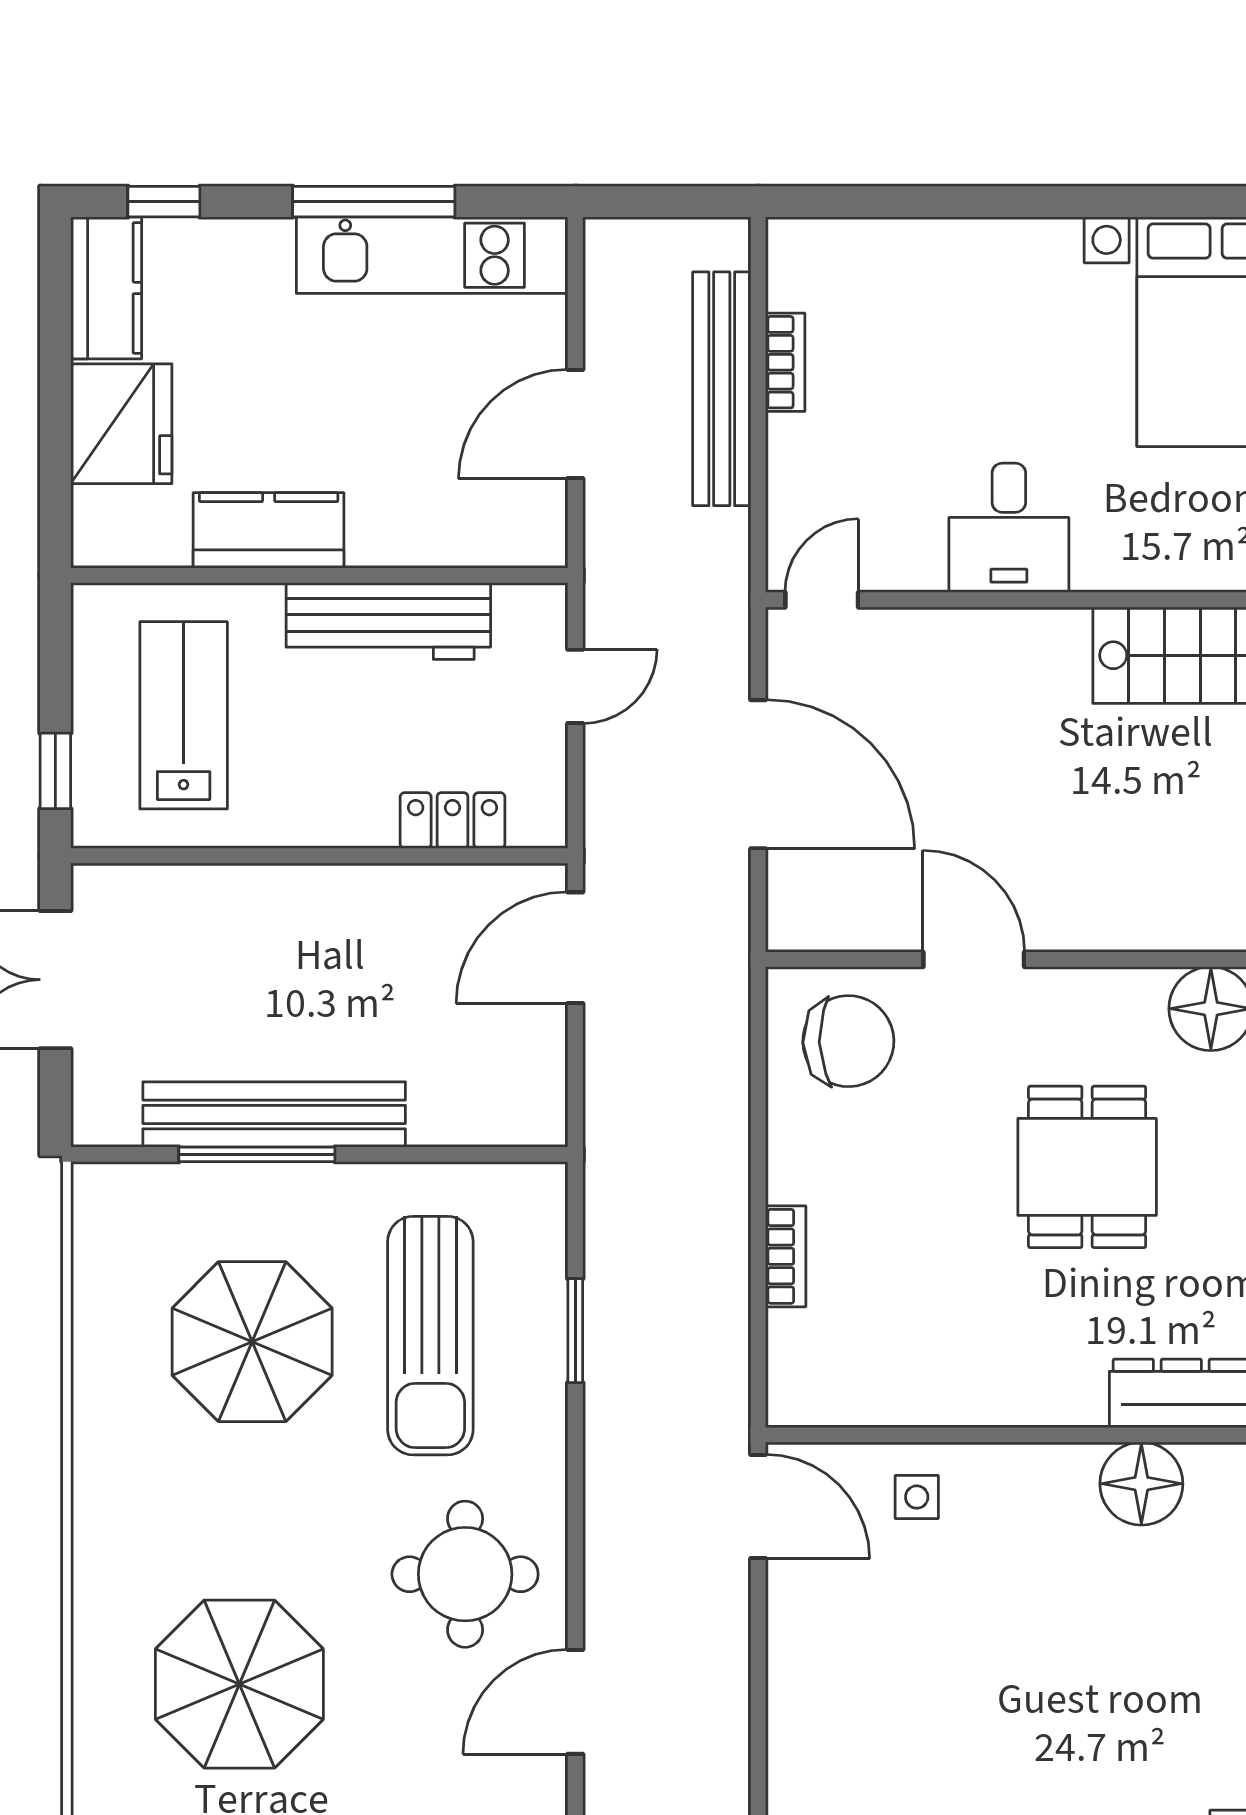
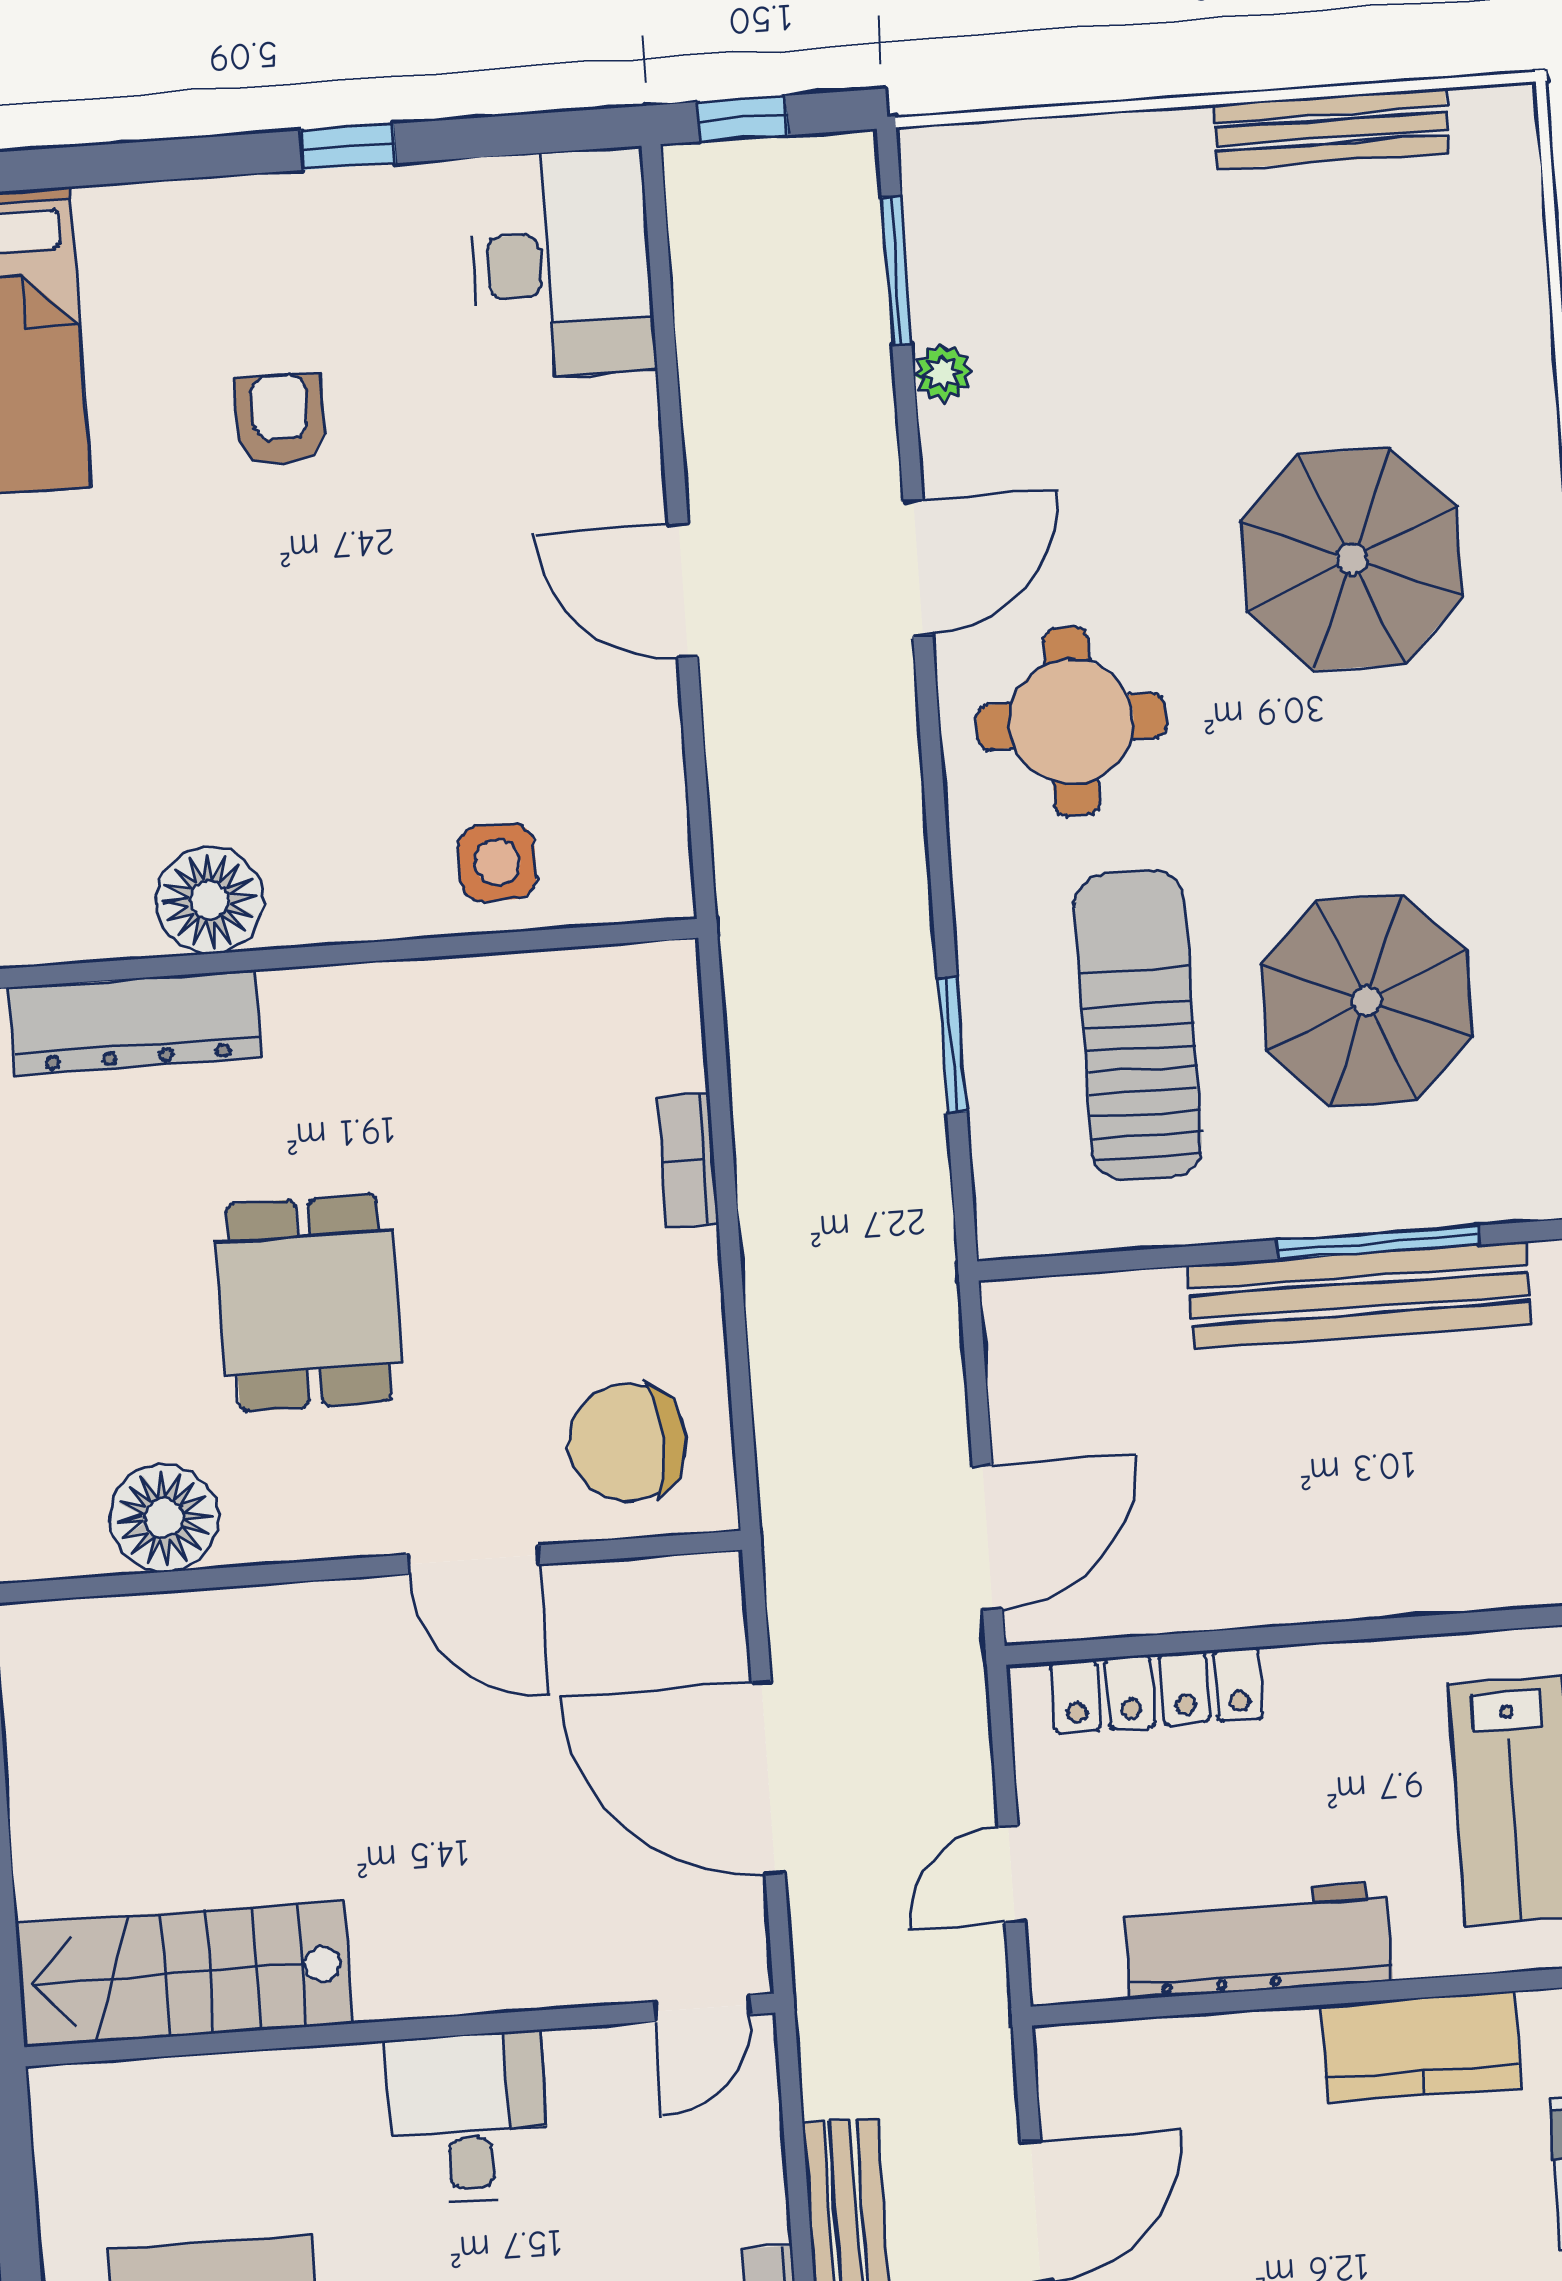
locker: (453, 820) -> (1157, 1690), width x1.53
side table: (917, 1497) -> (497, 862), width x1.37, depth x1.37
door: (758, 1506) -> (683, 590), moved

